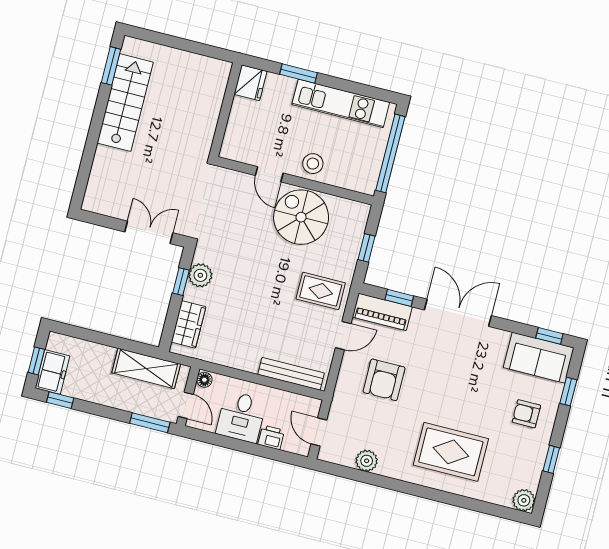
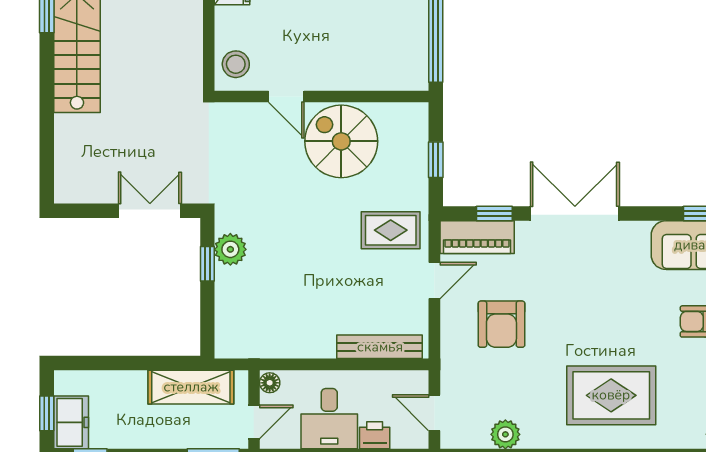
stool: (313, 164) -> (236, 64), moved
wardrobe: (188, 324) -> (231, 317), removed
door: (186, 405) -> (254, 422), hinge flipped

